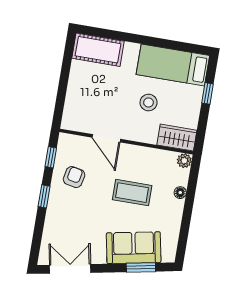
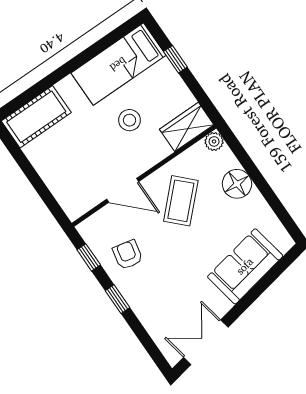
coffee table: (132, 193) -> (181, 201), moved, turned -45
floor lamp: (180, 193) -> (237, 184), width x1.89, depth x1.89
window: (141, 267) -> (269, 278), removed

